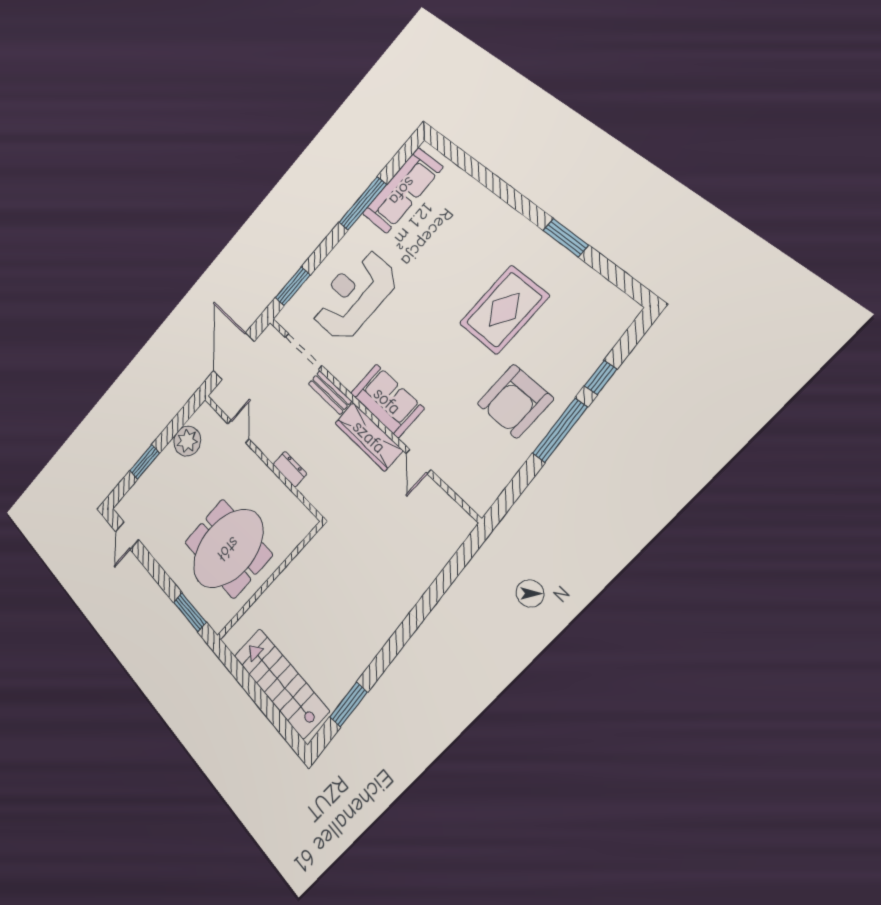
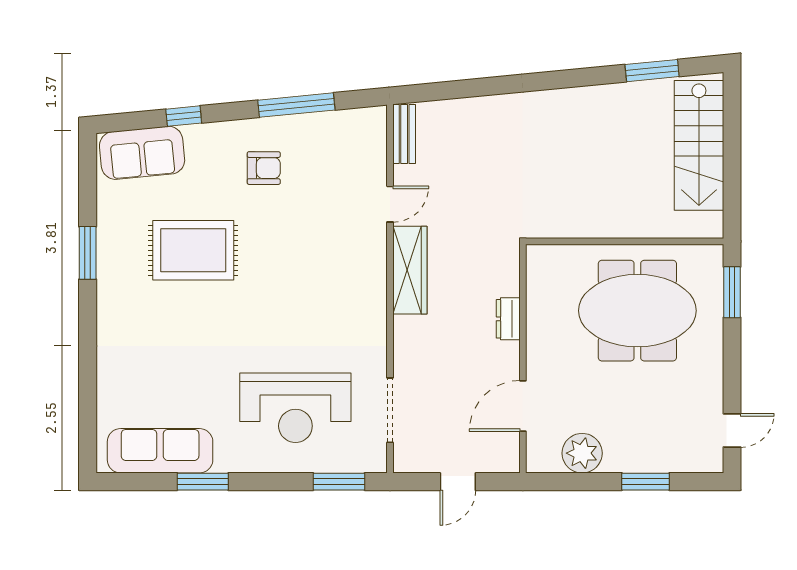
window: (363, 203) -> (203, 482), width x0.69
door: (234, 356) -> (458, 482), width x0.53
bench: (330, 392) -> (404, 134), moved
sofa: (387, 401) -> (142, 153), moved, turned -96
armchair: (515, 401) -> (264, 168), width x0.53, depth x0.53
window: (560, 430) -> (296, 105), moved
door: (238, 431) -> (523, 406), width x1.38

